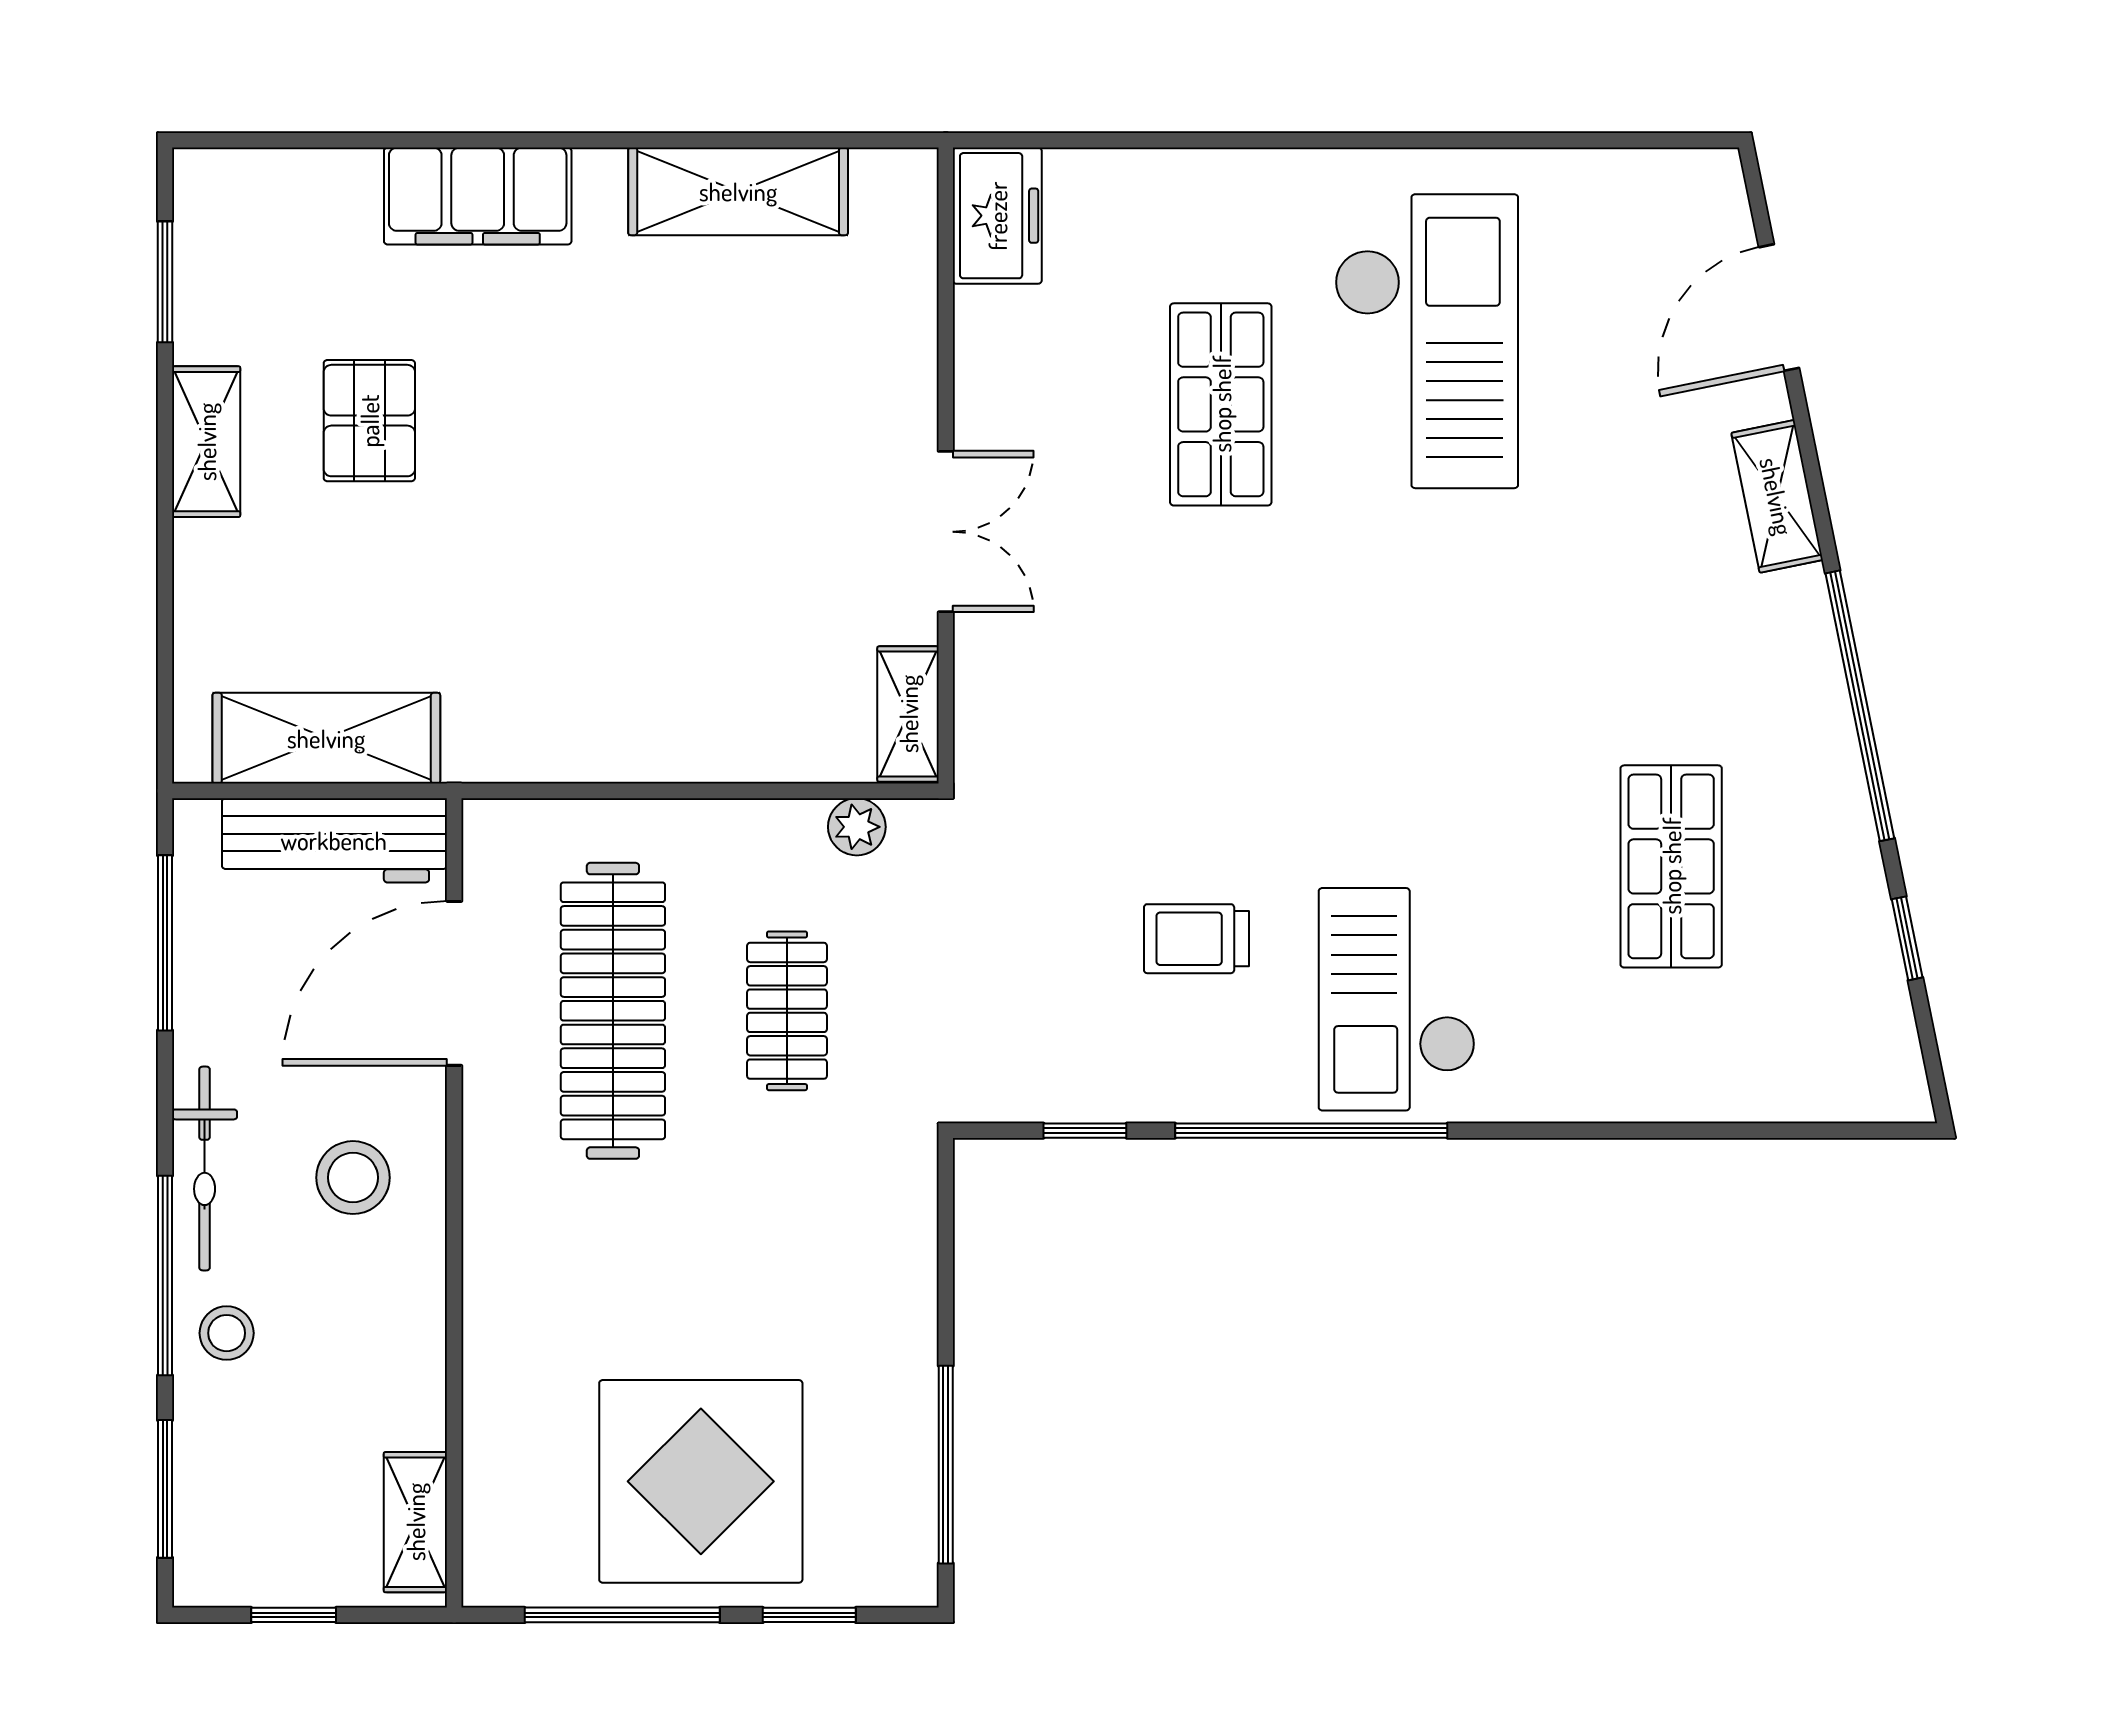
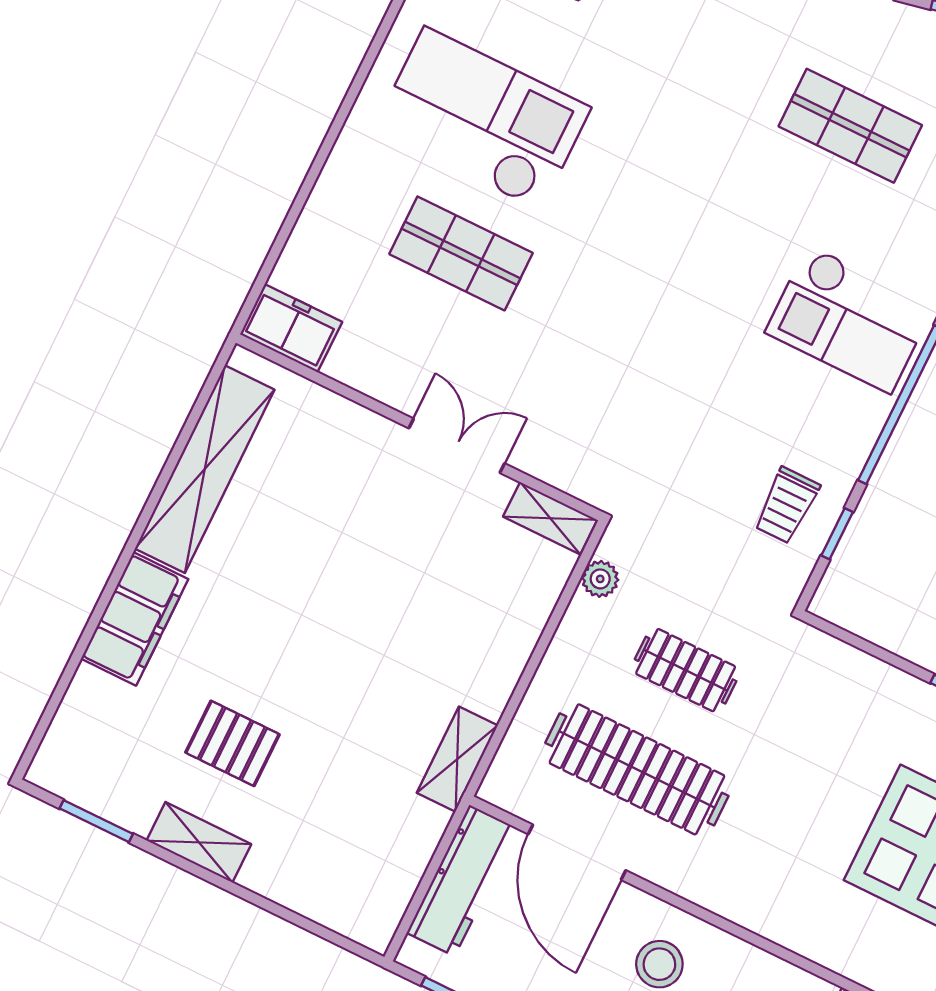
shelving: (738, 191) -> (205, 469), width x1.47
shelving: (326, 738) -> (457, 759), moved, width x0.67, depth x0.75
trolley: (1196, 939) -> (787, 505), moved

